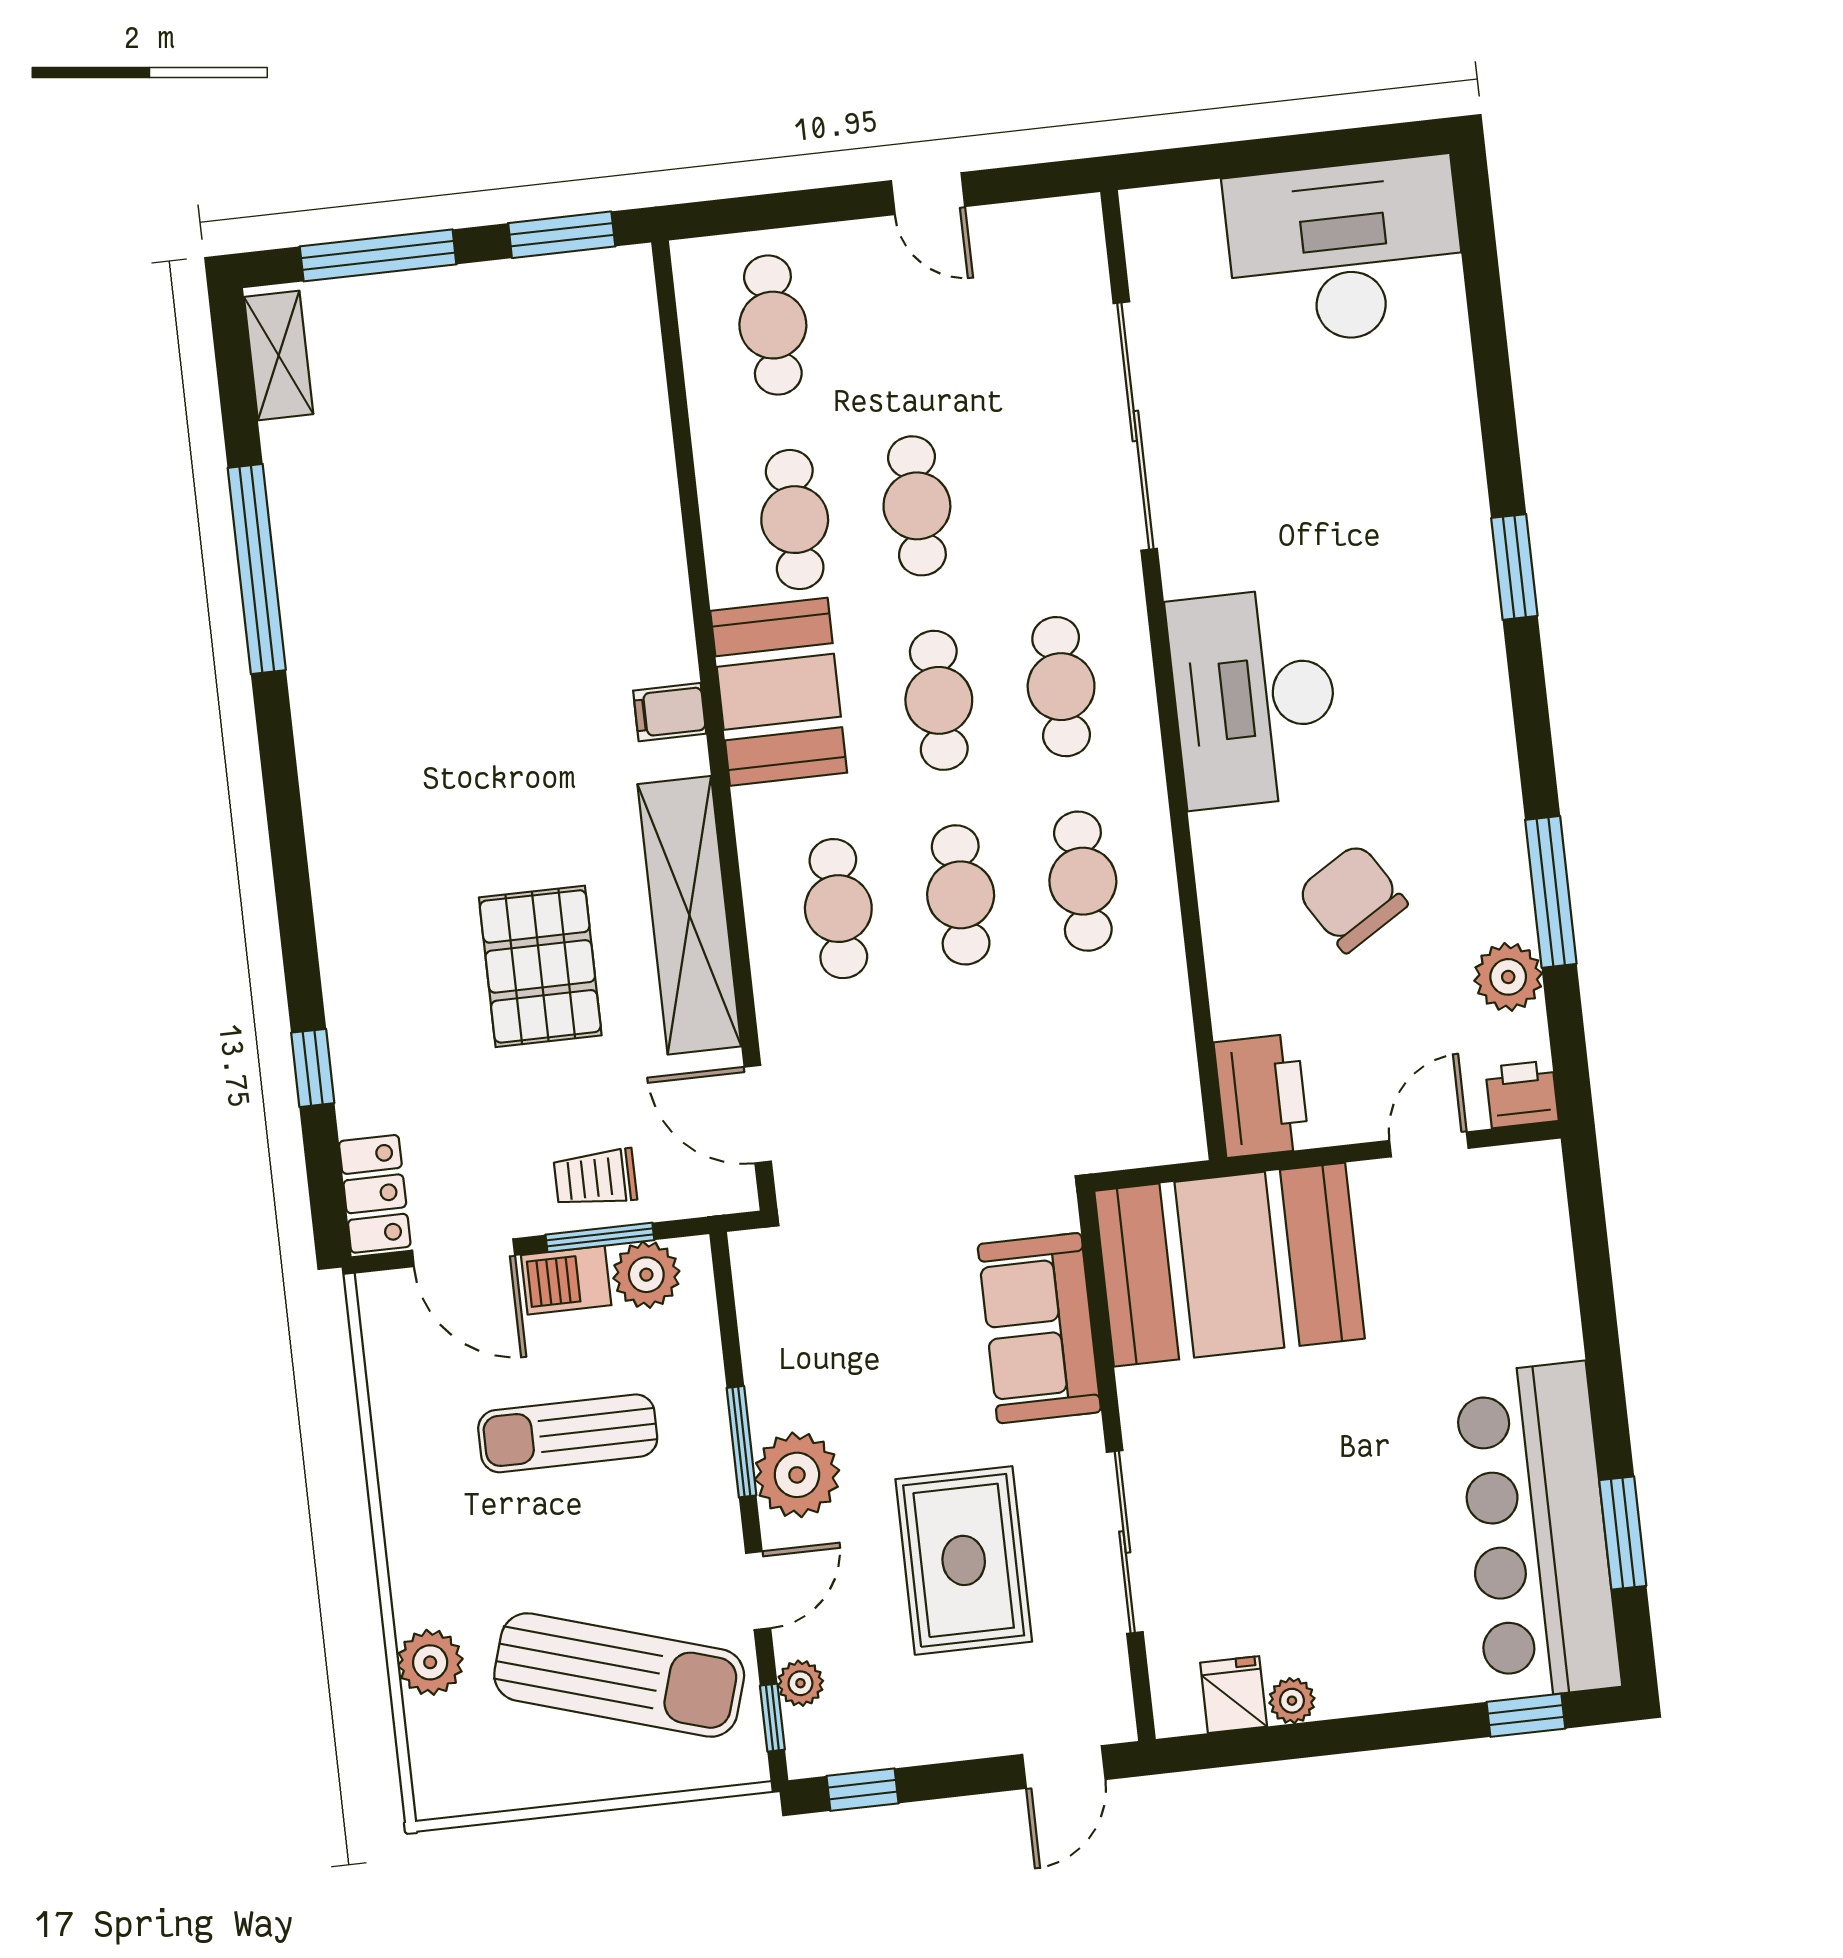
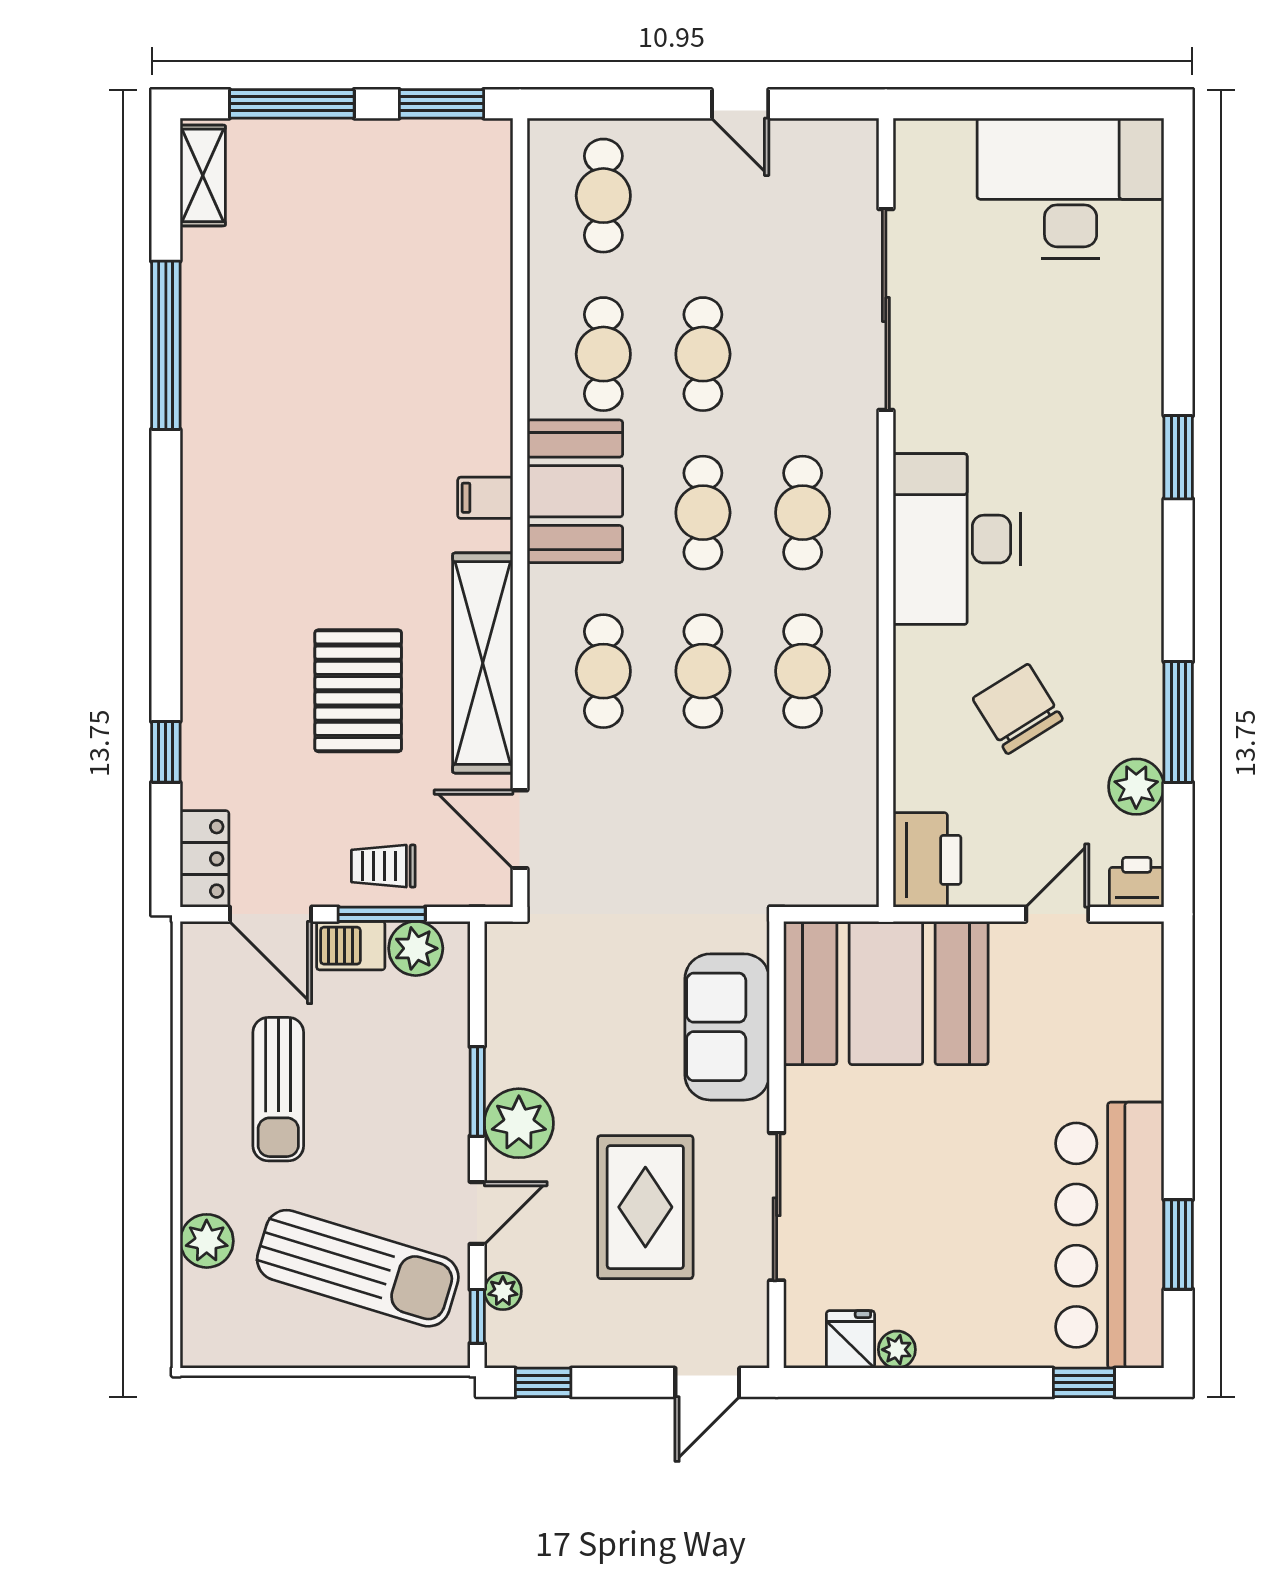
sun lounger: (568, 1433) -> (278, 1089), moved, turned -90

